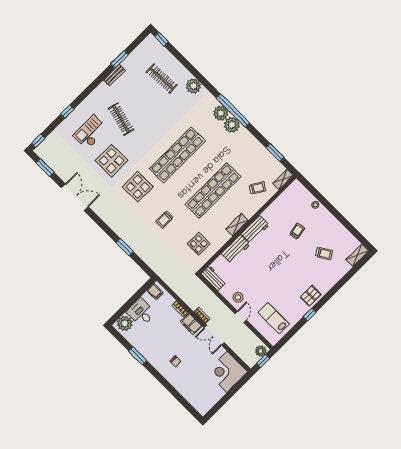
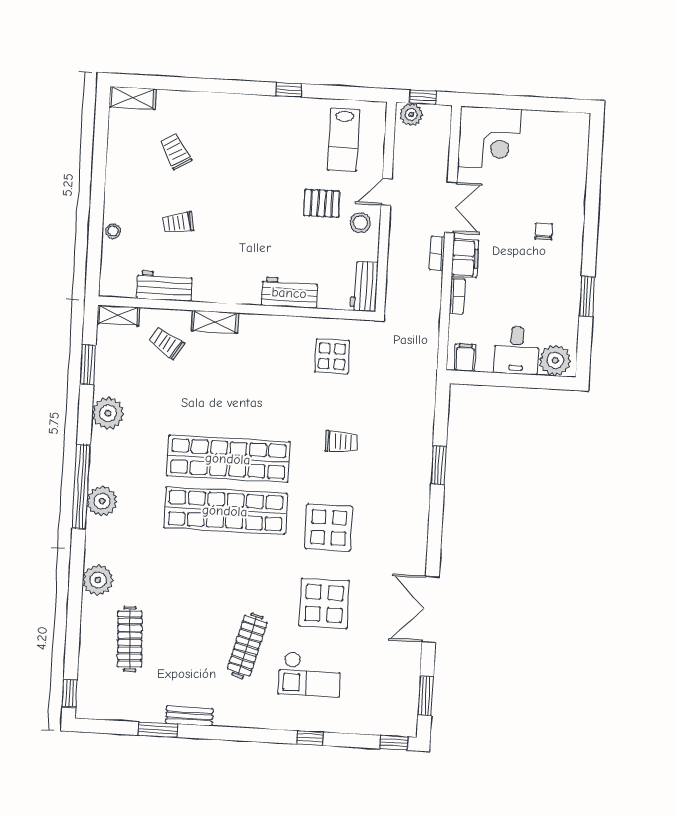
plant: (232, 125) -> (108, 413), moved
shop shelf: (213, 191) -> (228, 459), moved
shelving: (237, 225) -> (215, 322), moved
workbench: (255, 229) -> (165, 286), moved
pallet: (311, 296) -> (322, 203), moved

